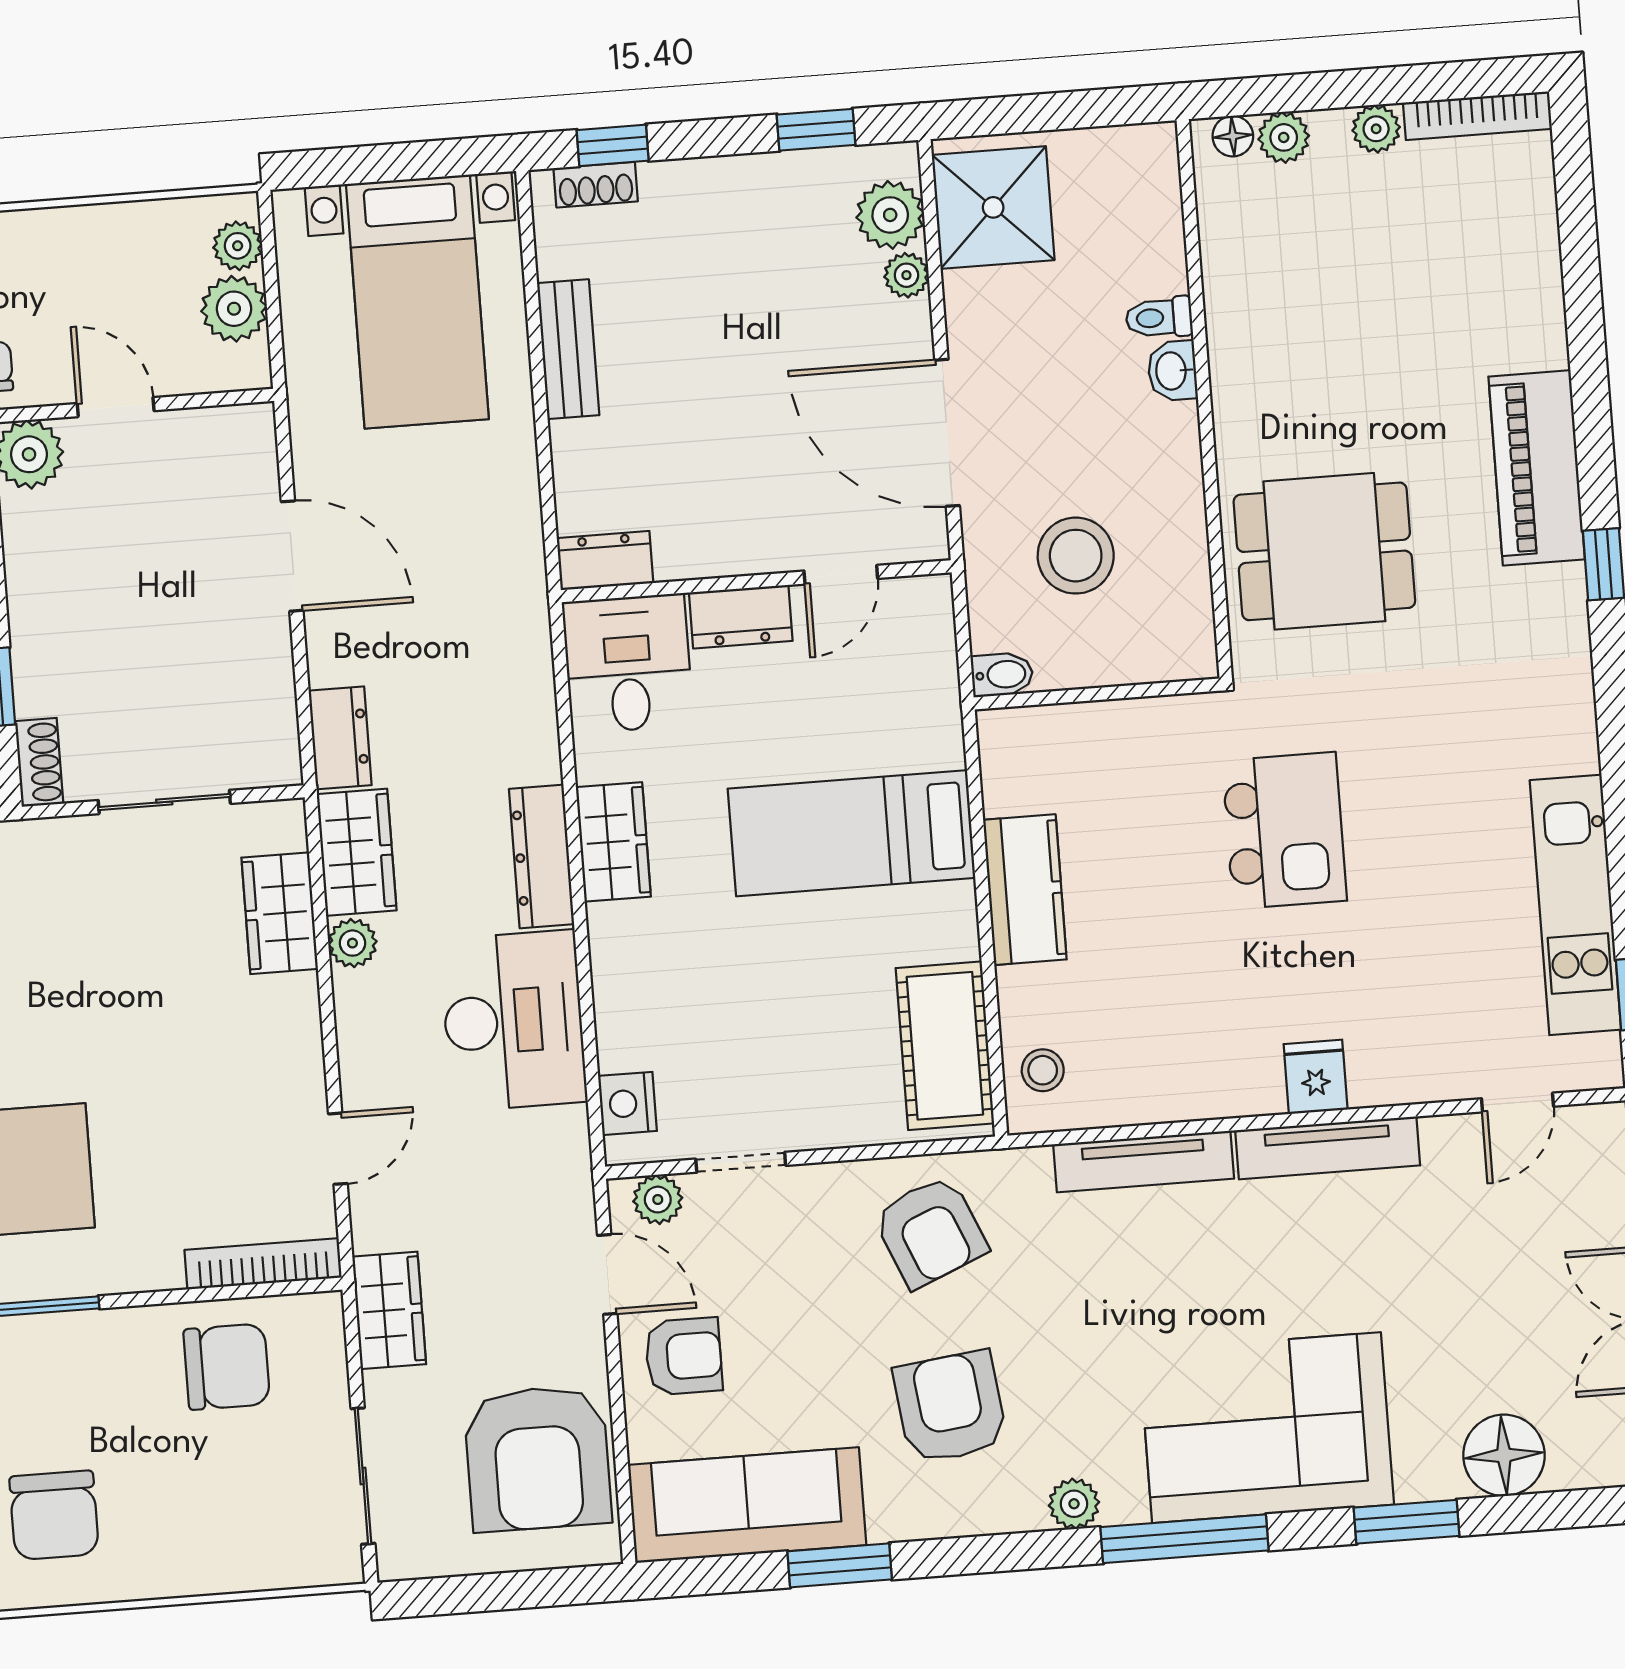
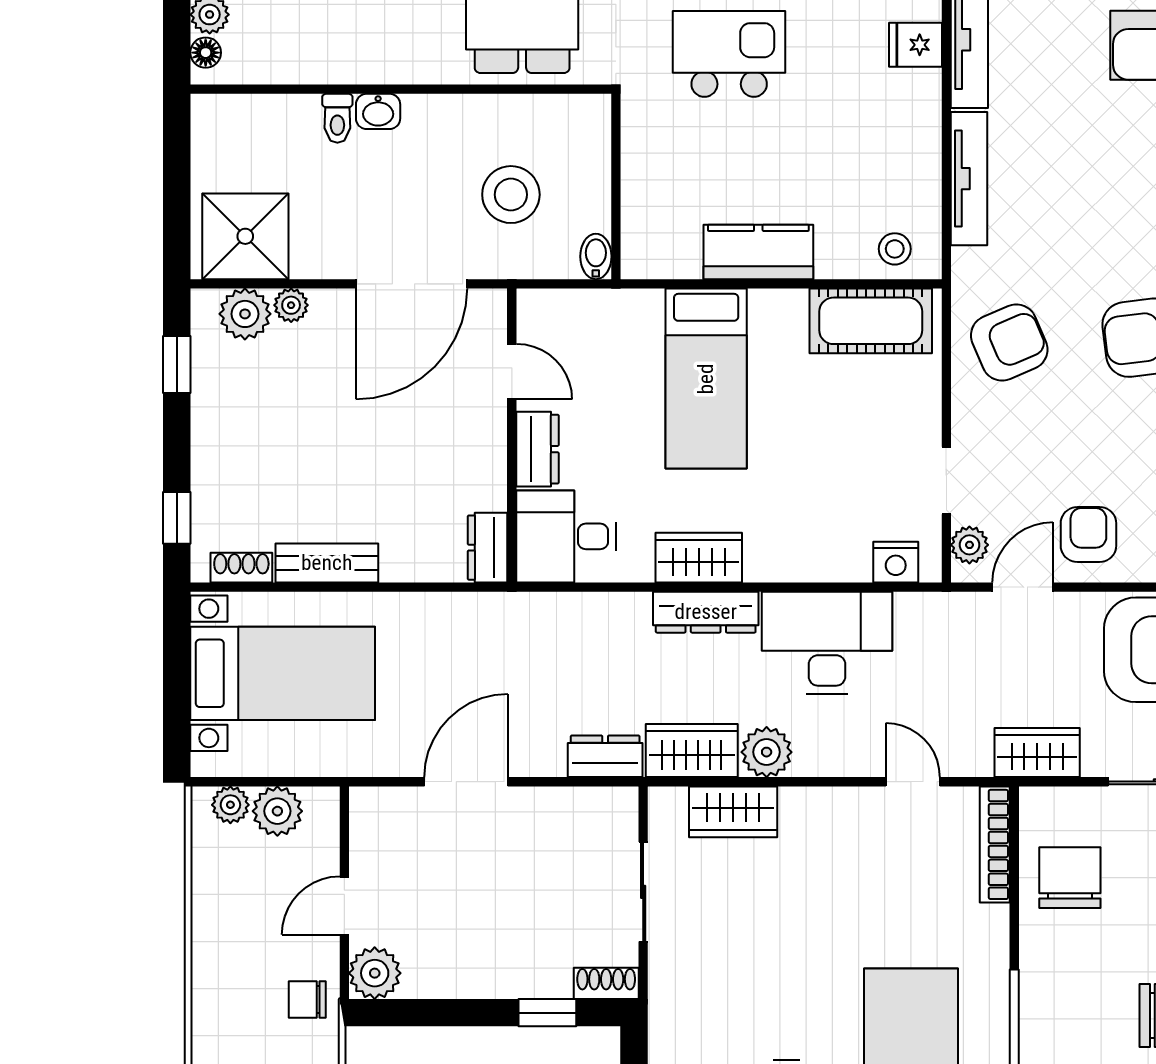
shoe rack: (596, 185) -> (241, 568), moved, turned -90
plant: (352, 943) -> (767, 752), width x1.38, depth x1.38

